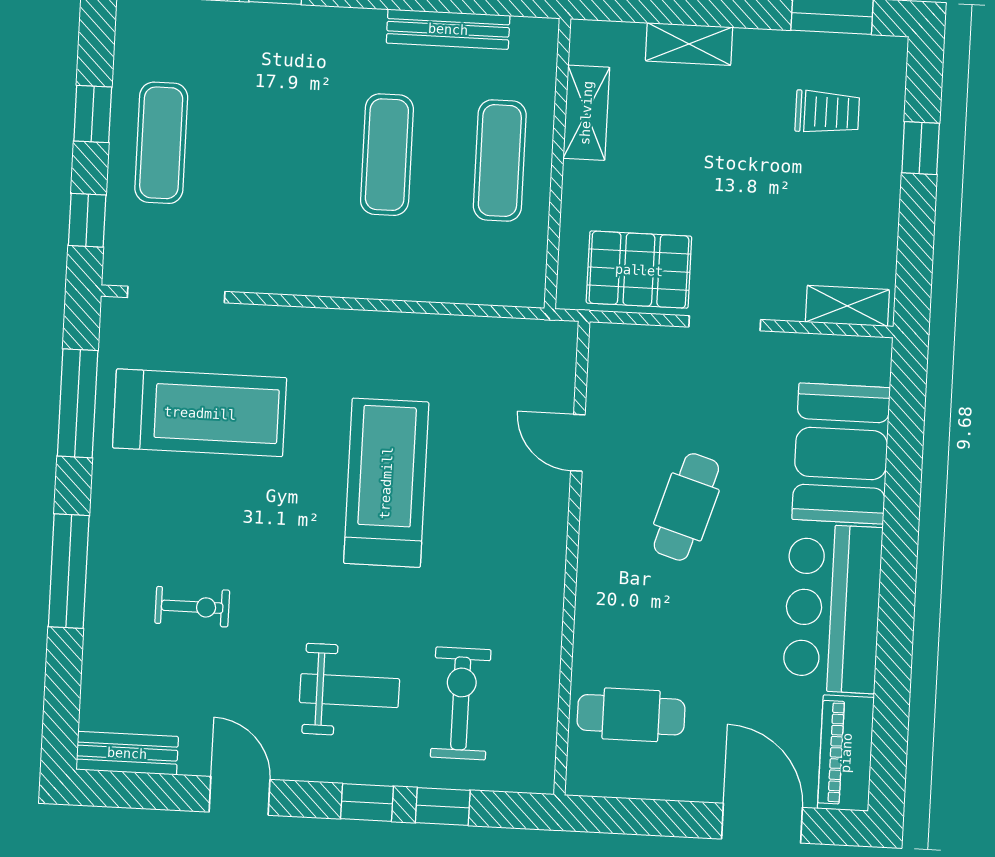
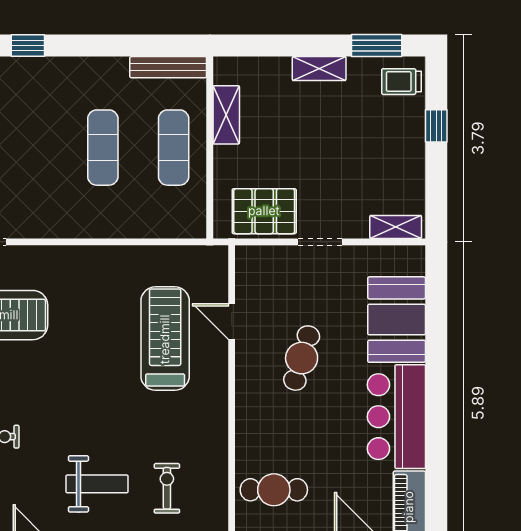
bench: (448, 29) -> (168, 67), moved
shelving: (689, 44) -> (319, 69), moved
trolley: (827, 112) -> (401, 82), moved, turned 180
treadmill: (386, 483) -> (165, 339), moved
exercise bike: (461, 703) -> (167, 488), width x0.73, depth x0.72

